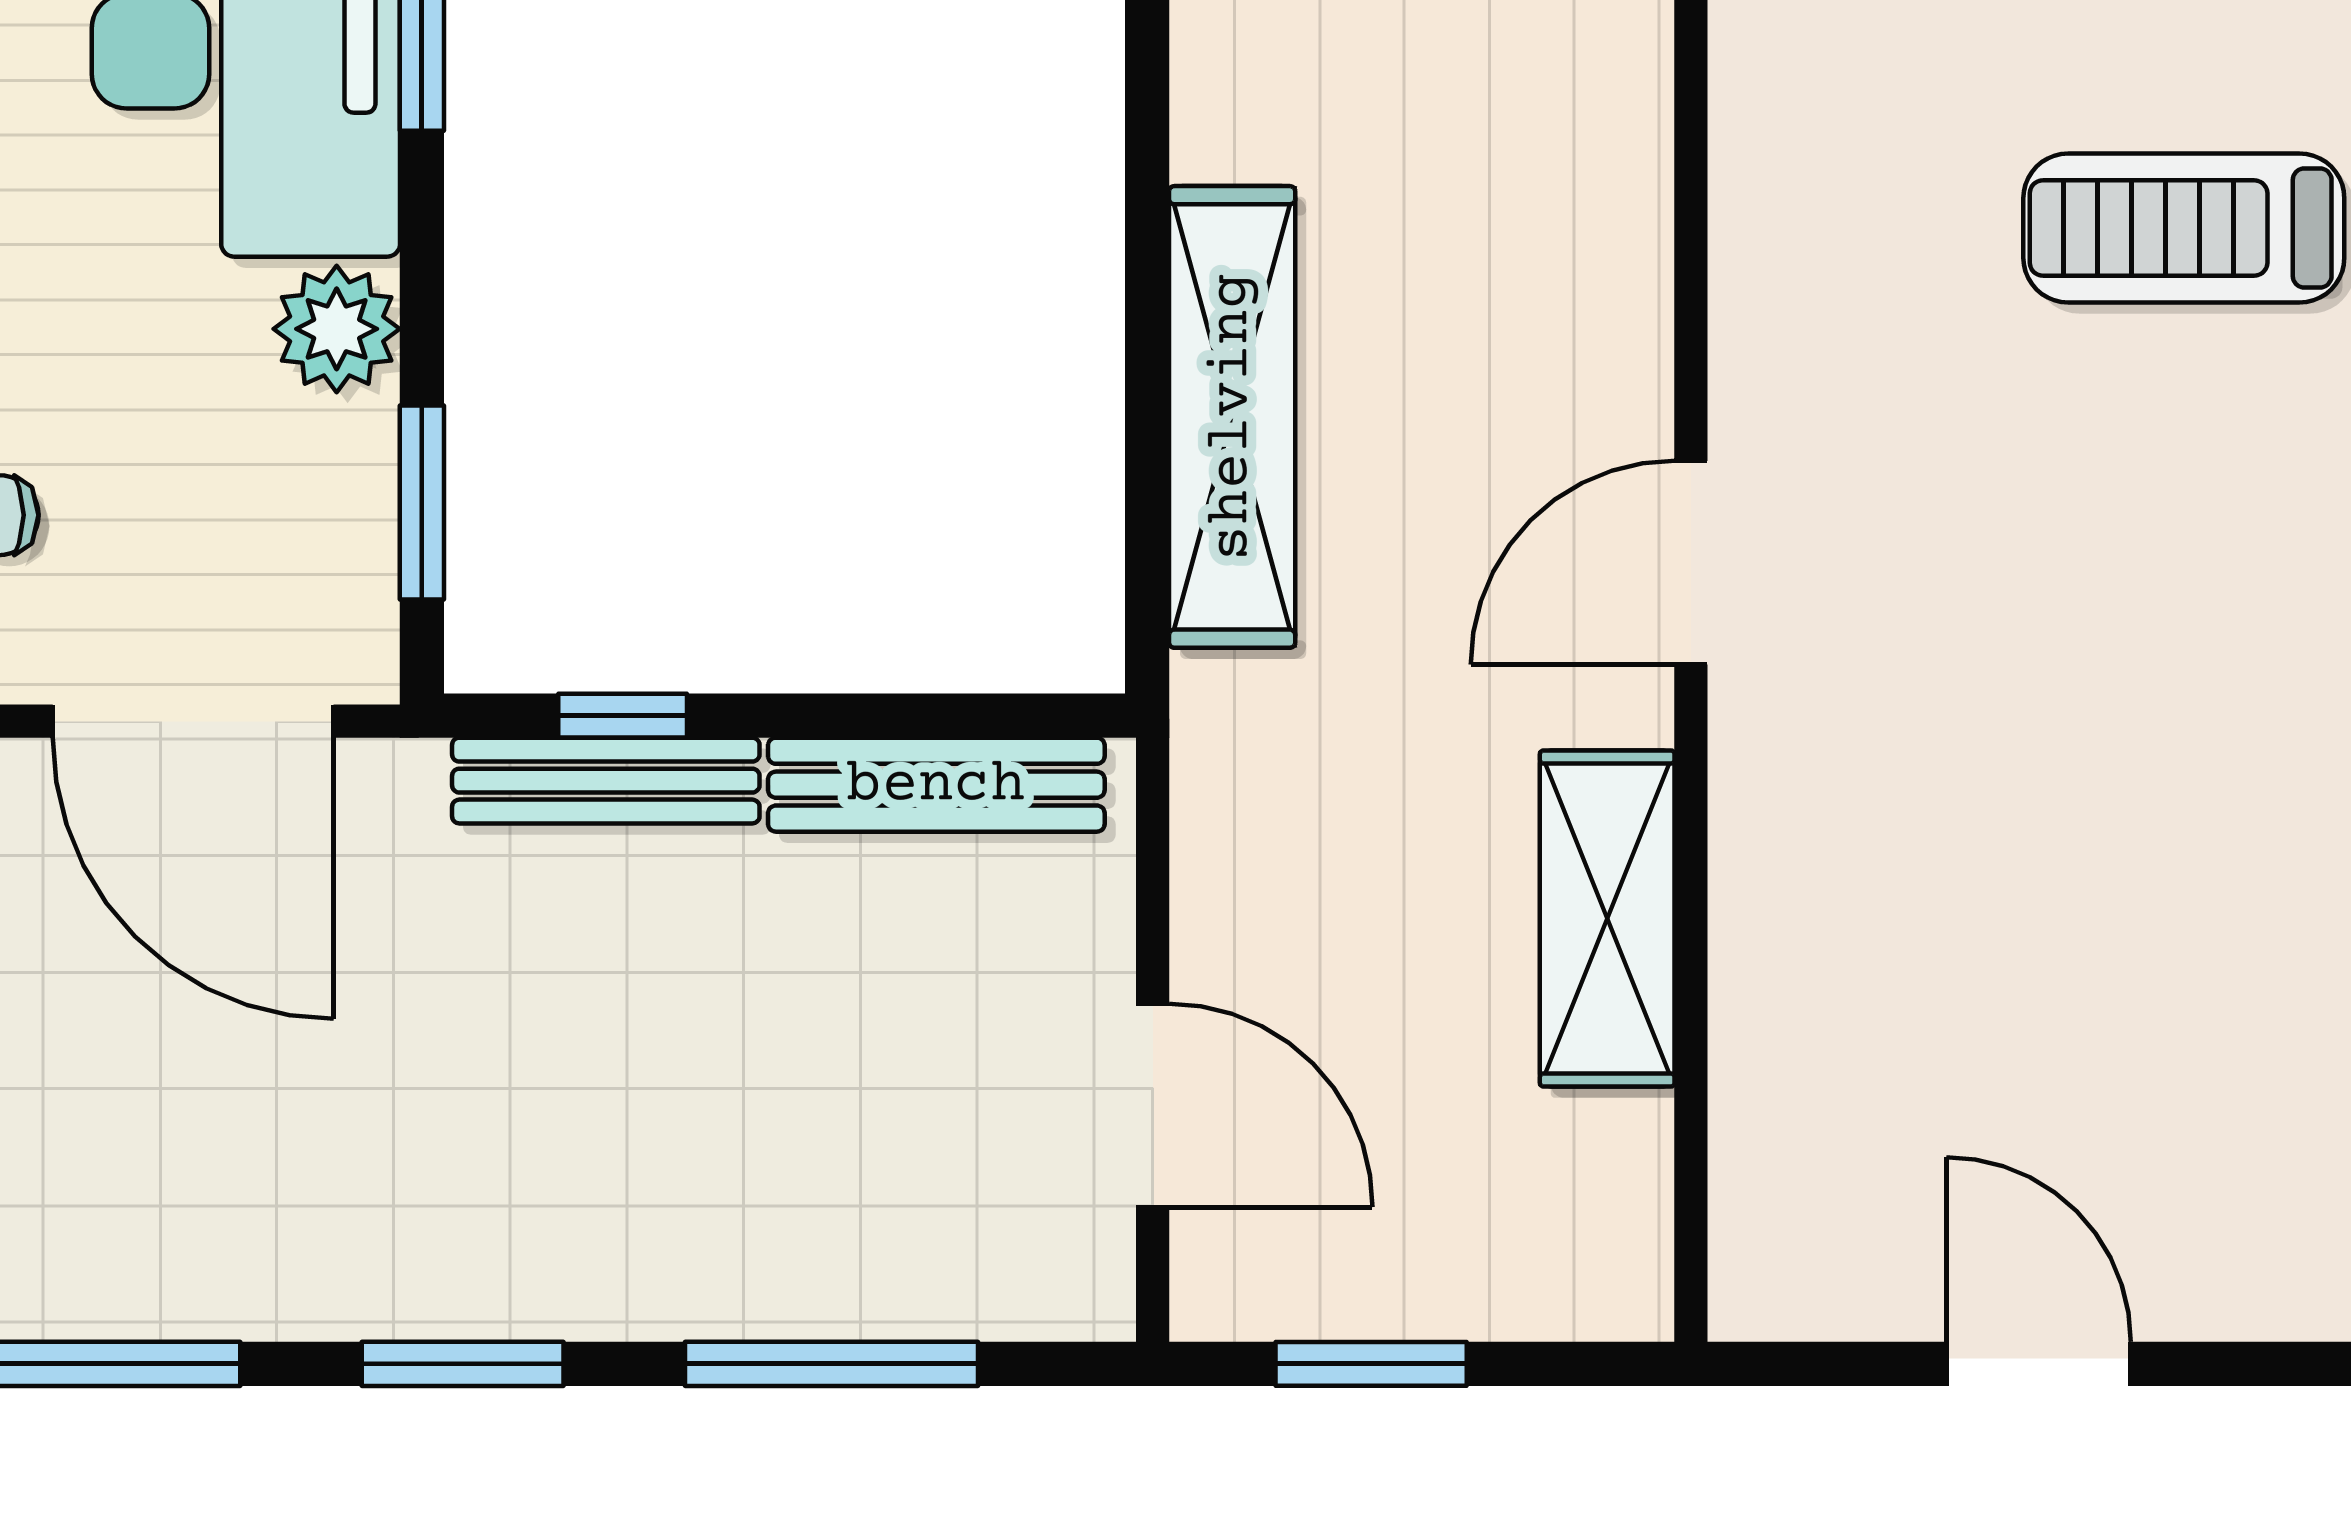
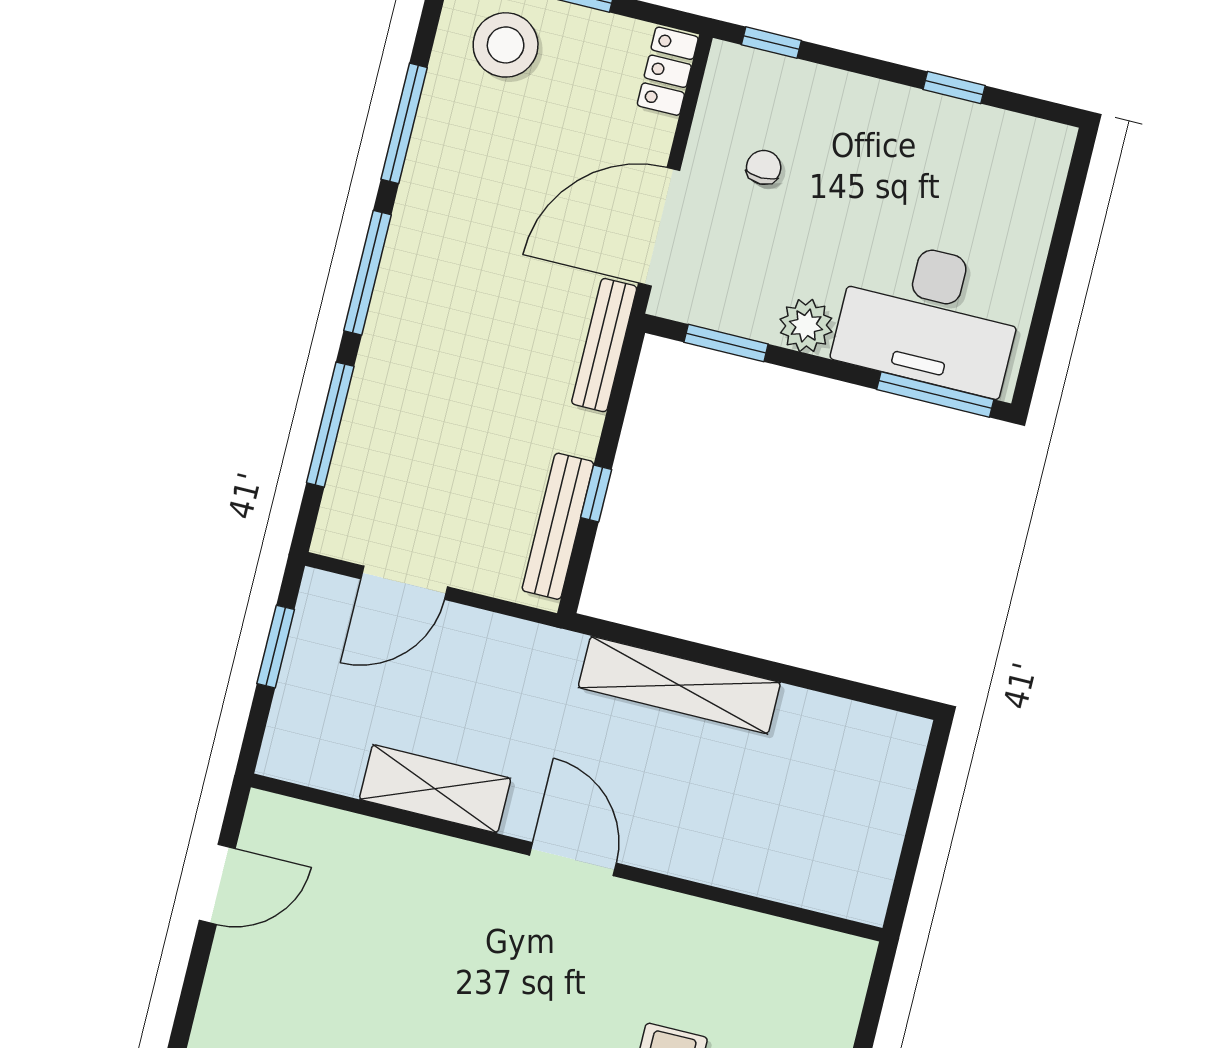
window: (623, 716) -> (596, 493), moved
bench: (606, 781) -> (604, 345), moved
window: (463, 1364) -> (367, 273), width x1.44
door: (2039, 1364) -> (217, 884), moved

